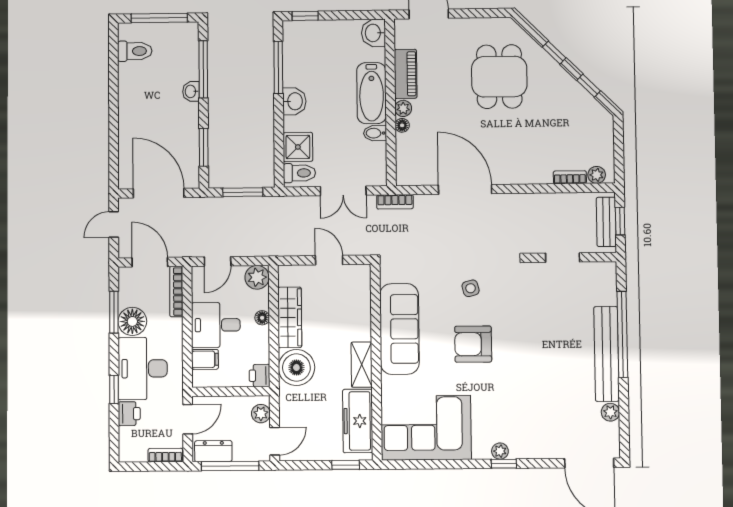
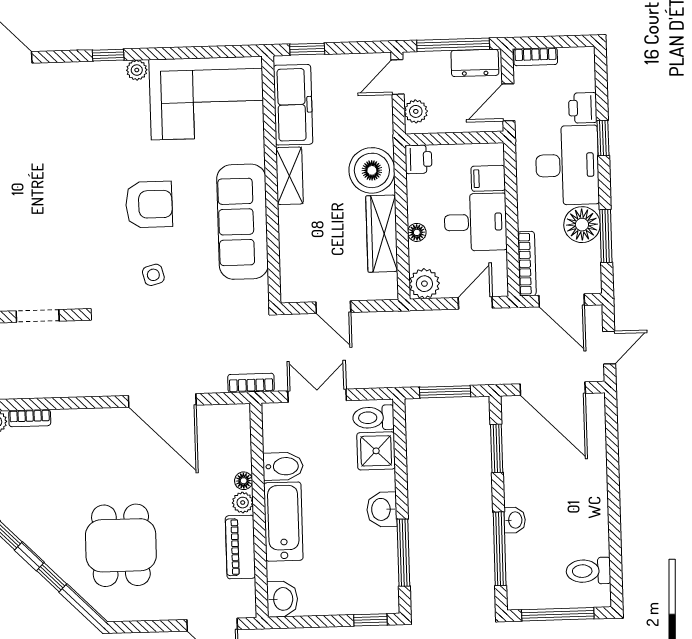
bidet: (375, 133) -> (283, 466), width x1.38, depth x1.36
plant: (500, 451) -> (137, 70), moved

